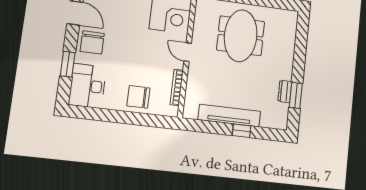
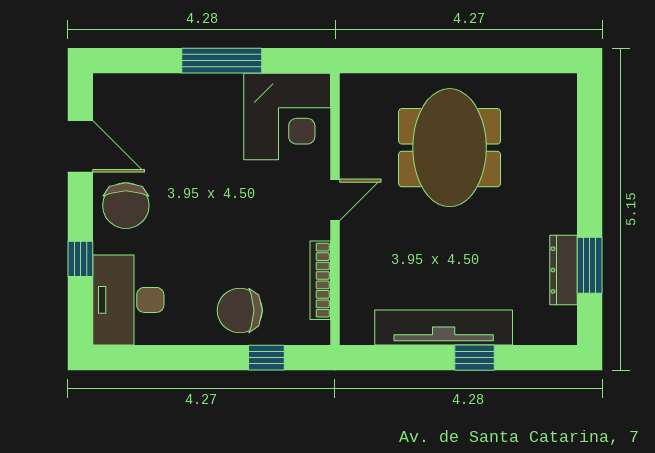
door: (188, 52) -> (335, 200), swing flipped
window: (68, 64) -> (80, 259), width x0.67
dresser: (285, 91) -> (564, 270), width x1.44
window: (148, 120) -> (266, 358), added

